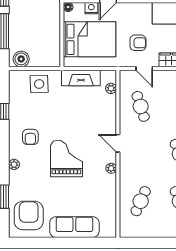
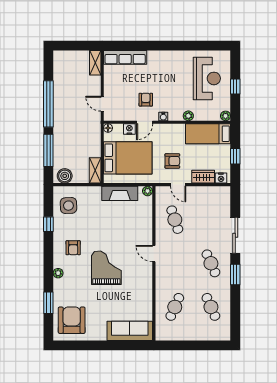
shelving: (54, 53) -> (95, 170), added
side table: (39, 84) -> (68, 206), moved
plant: (111, 88) -> (148, 191), moved
plant: (111, 168) -> (148, 277), removed
sofa: (74, 227) -> (130, 331), moved

